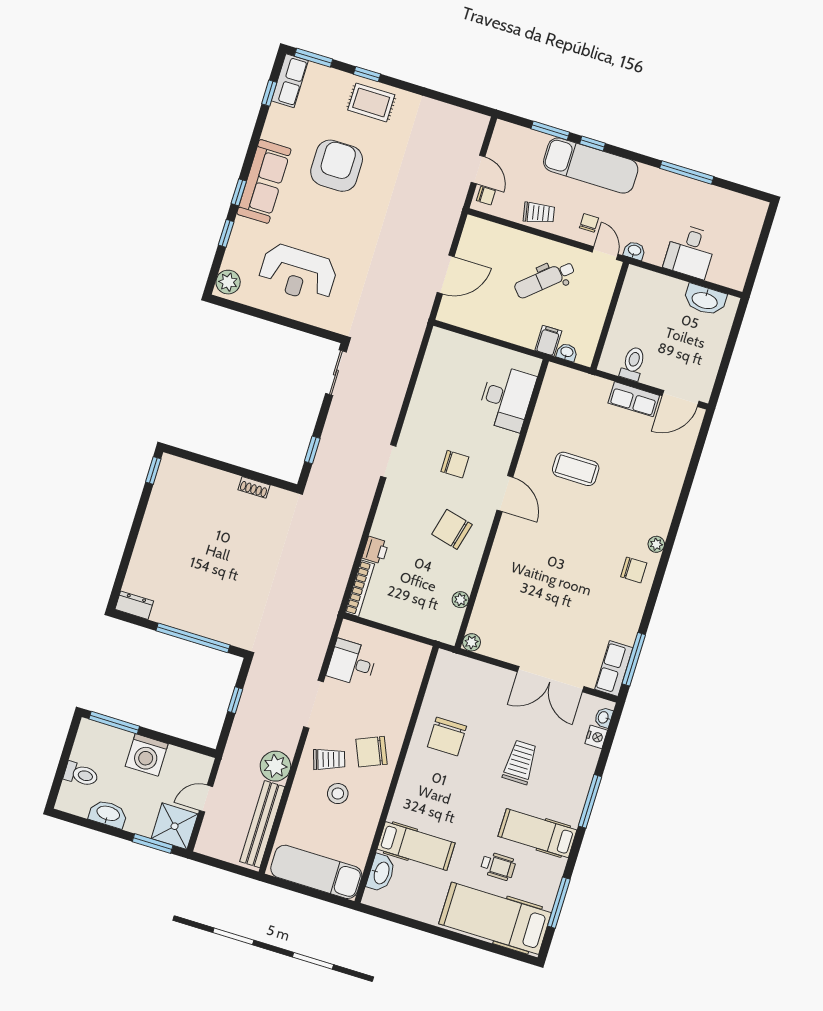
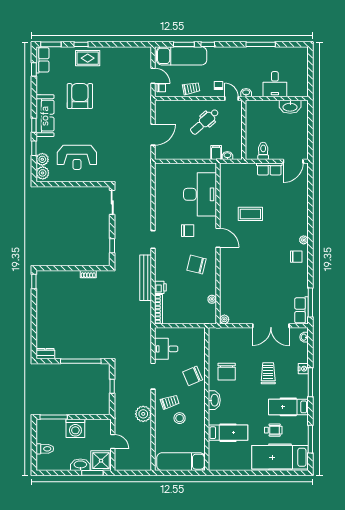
exam couch: (591, 166) -> (182, 56), moved
plant: (235, 258) -> (42, 159), added
desk: (507, 398) -> (200, 194), width x1.36, depth x1.30
nightstand: (596, 737) -> (303, 369), moved
chair: (372, 752) -> (193, 376), moved
door: (206, 799) -> (113, 441), swing flipped
washbasin: (108, 814) -> (80, 465), moved
bench: (262, 824) -> (146, 278), moved
washbasin: (381, 873) -> (214, 400), moved

